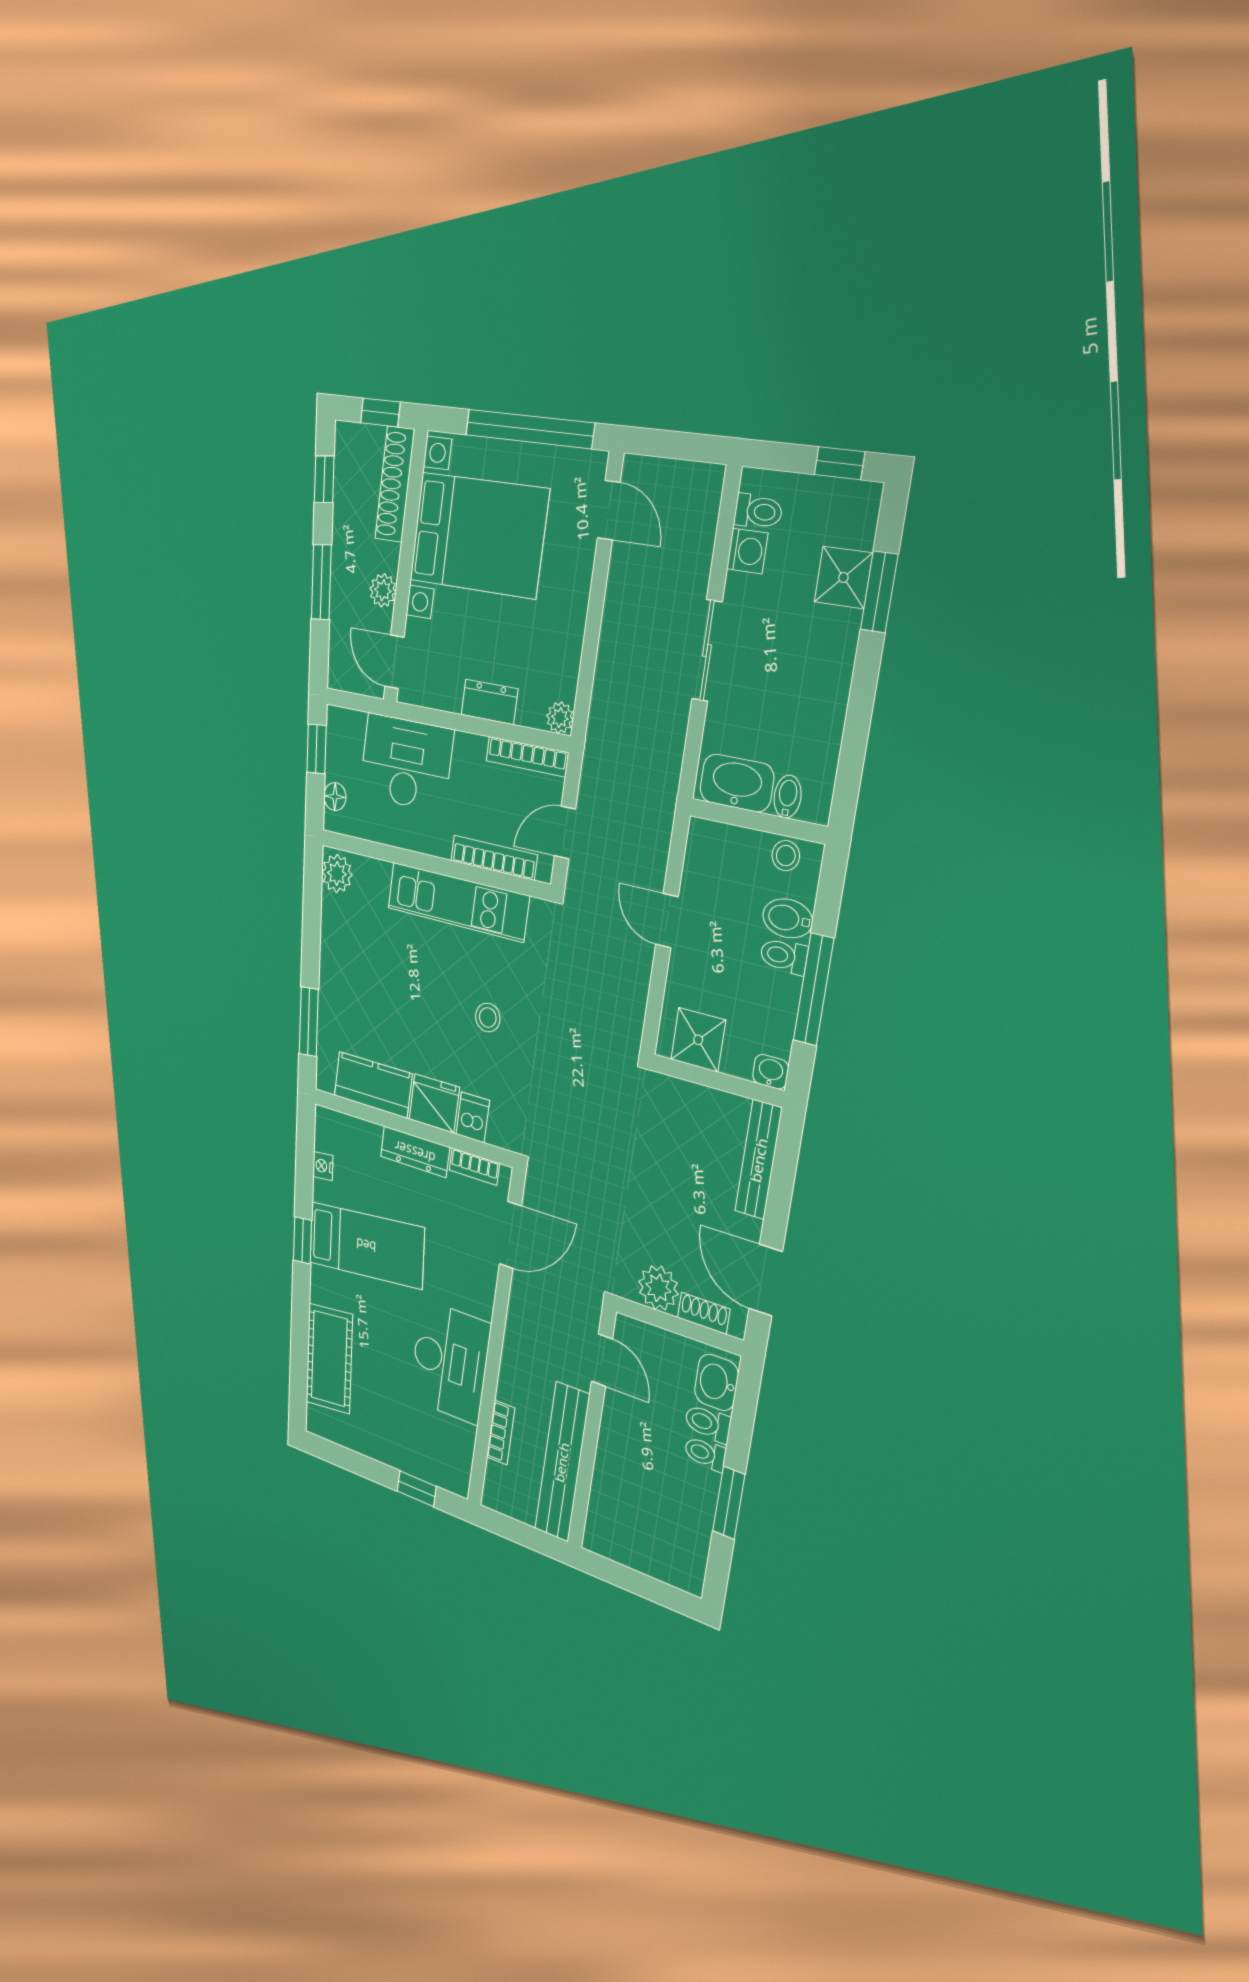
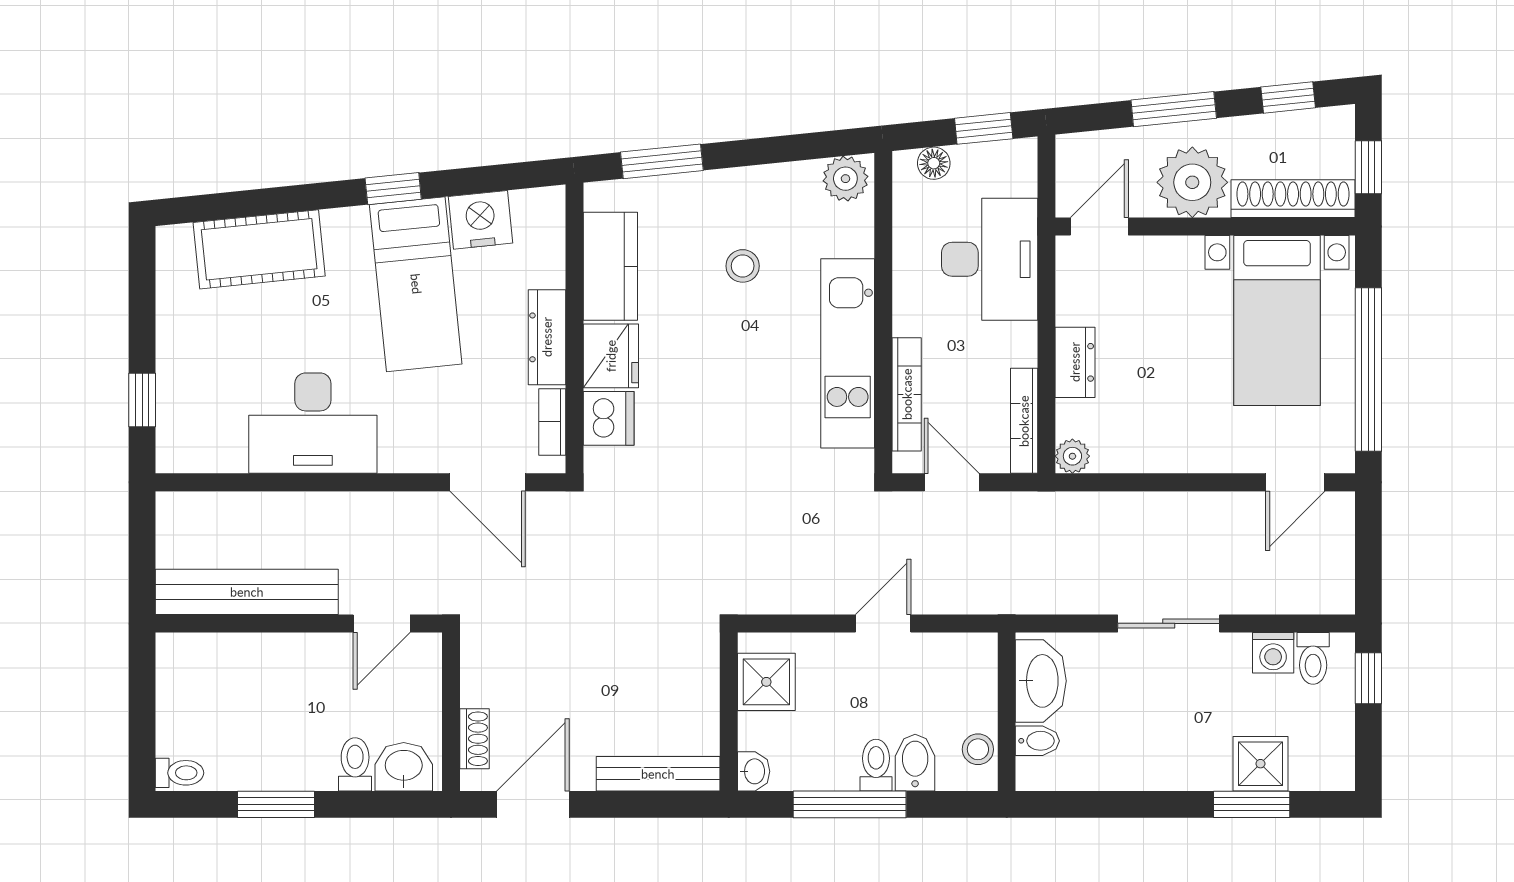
window: (840, 463) -> (1368, 678), moved
bed with nightstands: (478, 535) -> (1277, 320), width x0.73
plant: (383, 590) -> (1192, 182), width x1.88, depth x1.88
stool: (488, 1017) -> (743, 266), moved
dishwasher: (473, 1117) -> (609, 418), width x1.38
nightstand: (323, 1166) -> (481, 220), width x1.89, depth x1.79
plant: (658, 1288) -> (485, 680), removed
bookcase: (501, 1433) -> (252, 505), removed
toilet: (705, 1454) -> (180, 773), moved, turned 90

